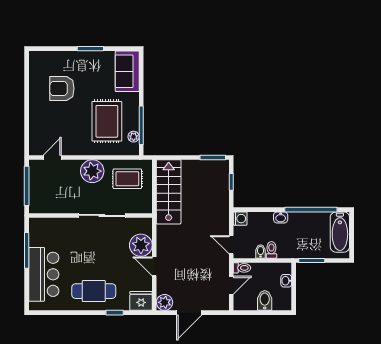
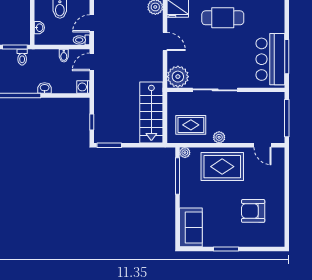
armchair: (62, 88) -> (253, 211), turned 180
rug: (107, 121) -> (222, 167), moved, turned 90
plant: (134, 137) -> (185, 153), moved
door: (52, 157) -> (262, 145), hinge flipped
plant: (92, 171) -> (219, 137), width x0.53, depth x0.53
plant: (141, 245) -> (178, 77), moved
door: (231, 245) -> (92, 62), swing flipped
toilet: (271, 250) -> (22, 57), moved
bar counter: (44, 274) -> (270, 59), moved

